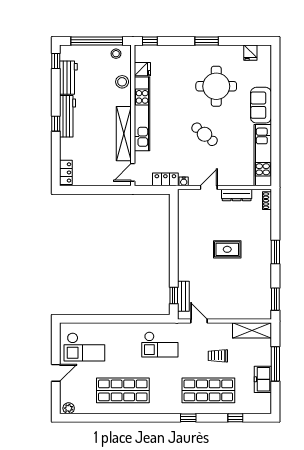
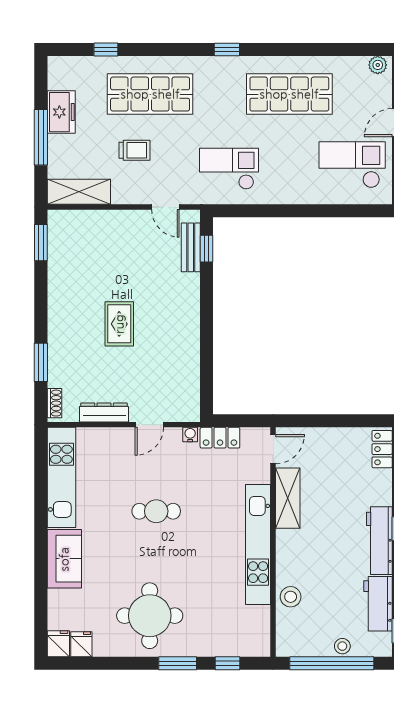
window: (150, 41) -> (227, 663), moved
window: (207, 41) -> (178, 663), moved
stool: (116, 54) -> (342, 646), moved
fridge: (142, 69) -> (58, 644), moved, turned 90
round table: (216, 86) -> (150, 616), moved
shelving: (124, 134) -> (288, 498), width x0.68
cafe table: (205, 134) -> (156, 511), turned -40
rug: (227, 249) -> (119, 324), turned 90
window: (275, 252) -> (41, 362), moved
window: (188, 418) -> (227, 49), moved

